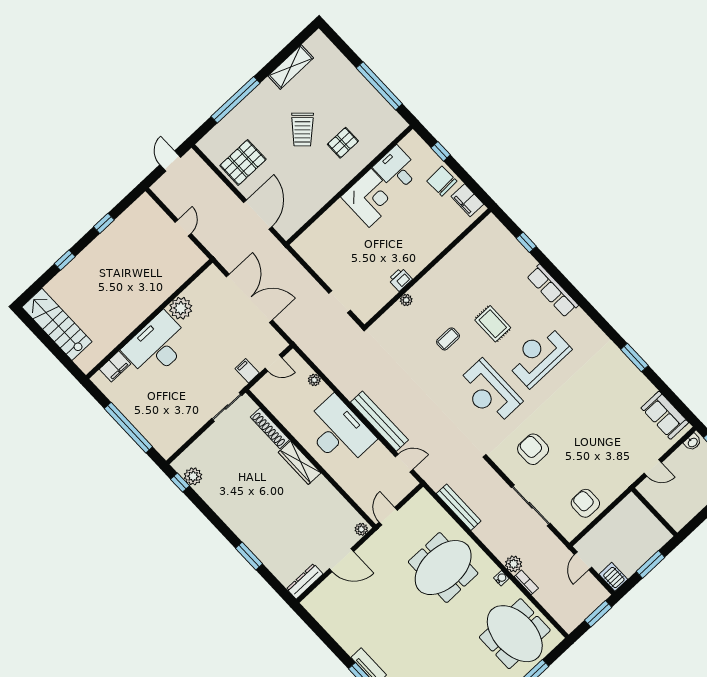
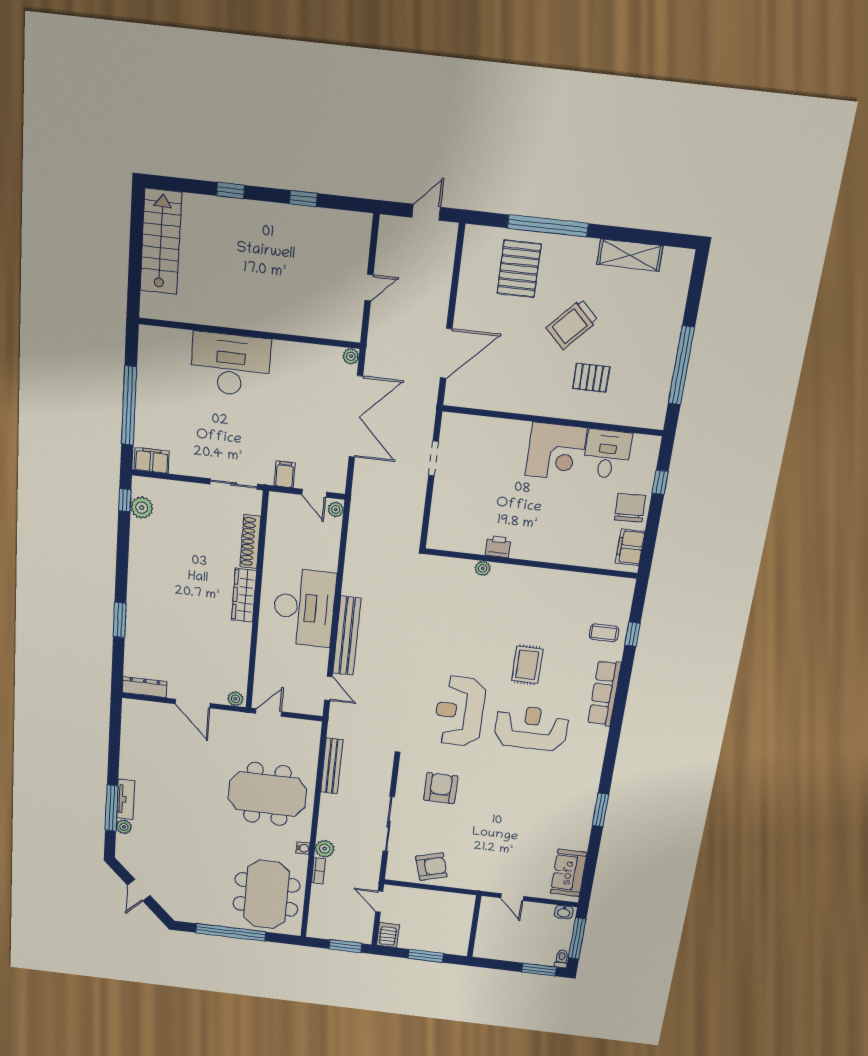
pallet: (243, 162) -> (519, 269), moved, turned 90
doorway: (340, 302) -> (433, 458), moved
plant: (181, 308) -> (351, 356), moved, width x0.53, depth x0.53
coffee table: (448, 339) -> (604, 633), moved
filing cabinet: (115, 366) -> (152, 460), moved, turned 180
plant: (314, 380) -> (336, 509), moved
armchair: (585, 503) -> (431, 867), turned 74
door: (583, 561) -> (379, 902), hinge flipped

